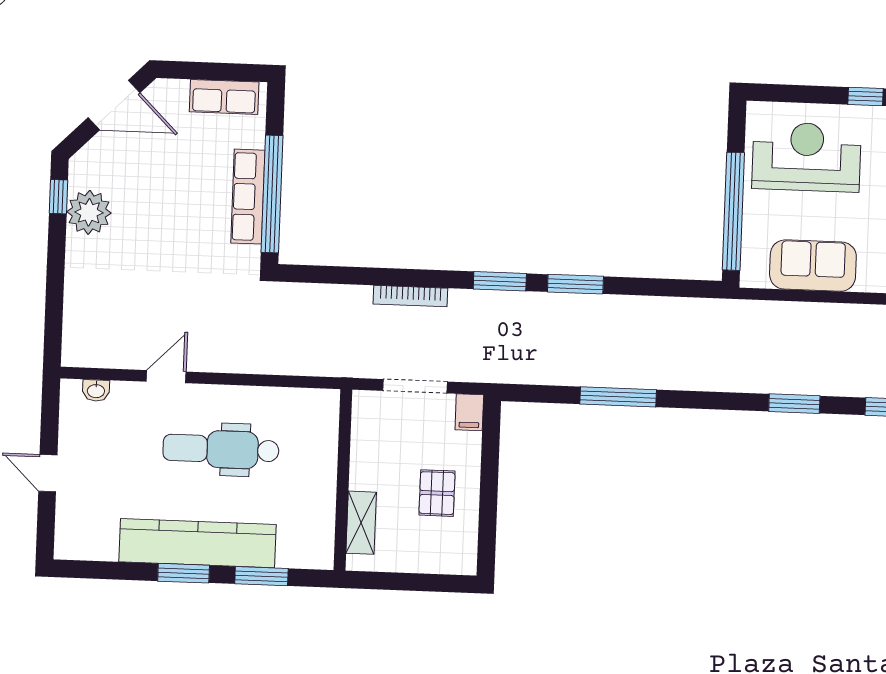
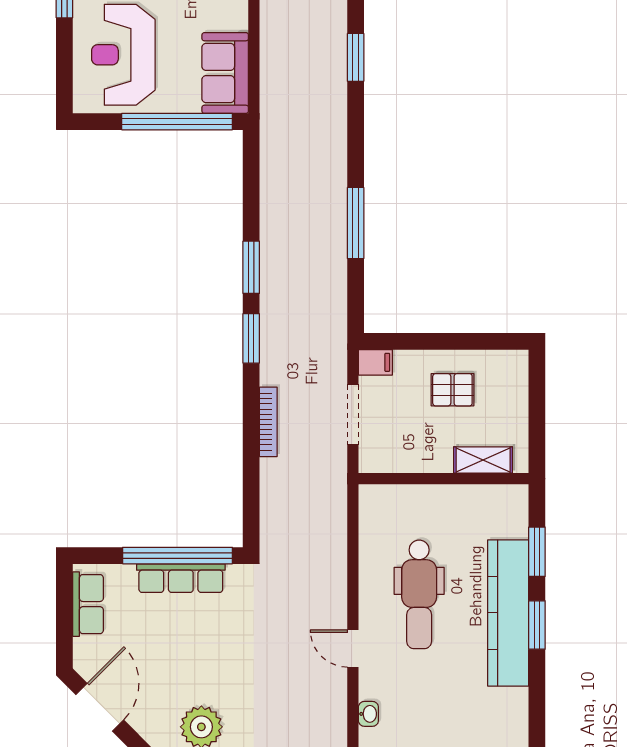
sofa: (813, 266) -> (225, 73), moved

